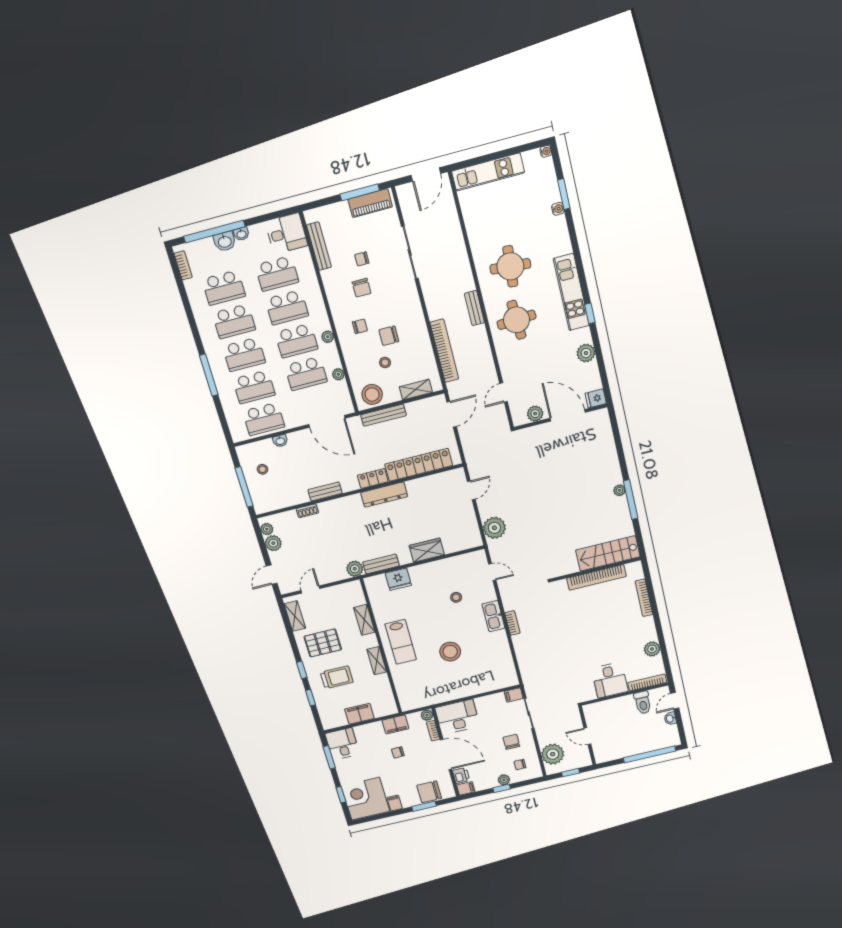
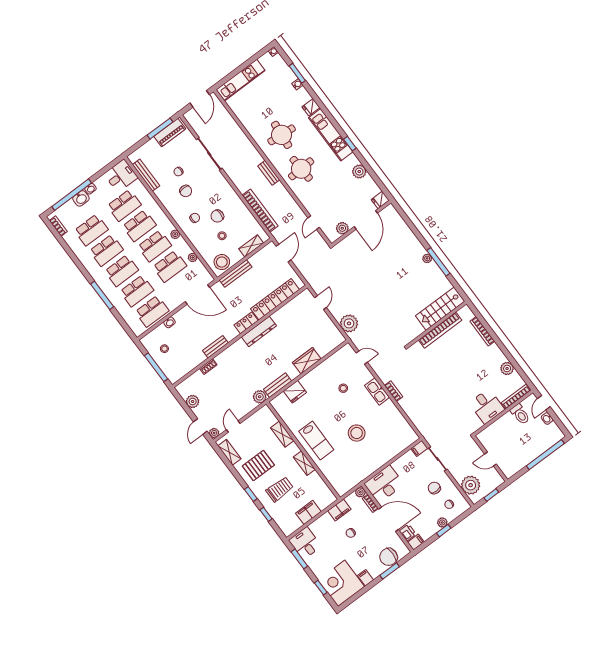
fridge: (562, 246) -> (311, 107), added
door: (568, 415) -> (366, 220), swing flipped
plant: (267, 529) -> (214, 433), moved

